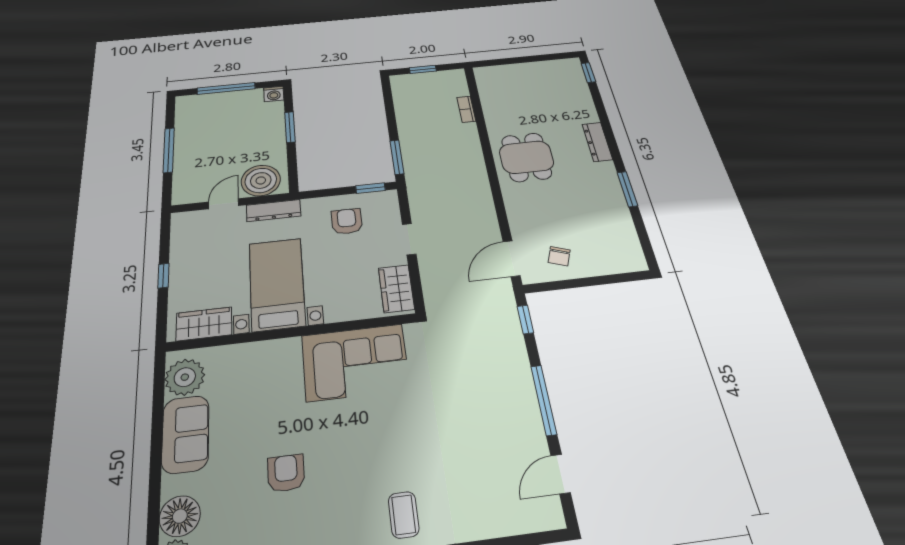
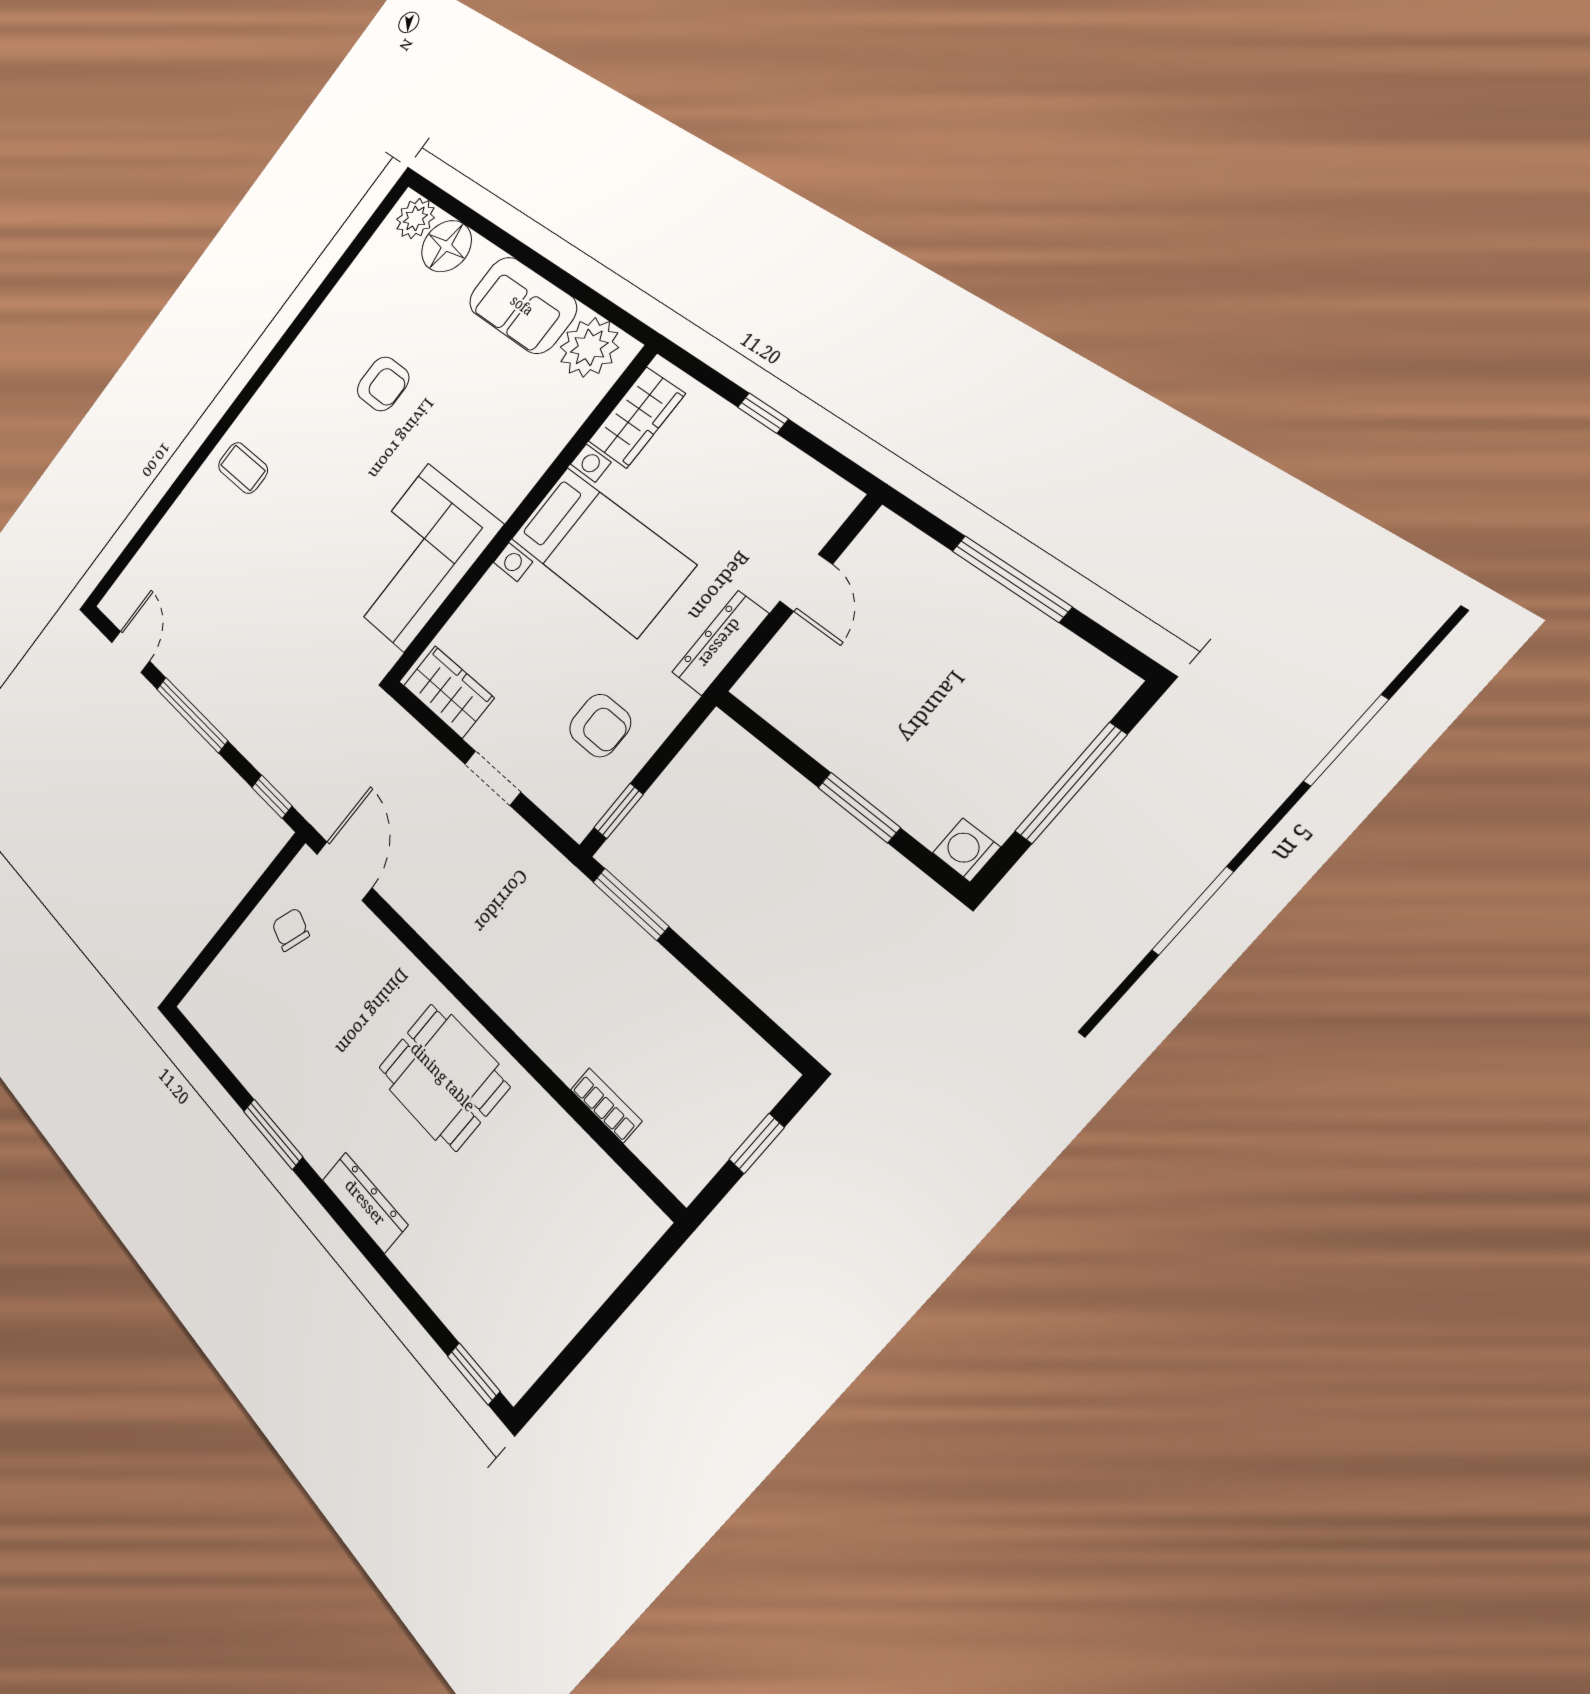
boiler: (261, 180) -> (795, 671), removed

